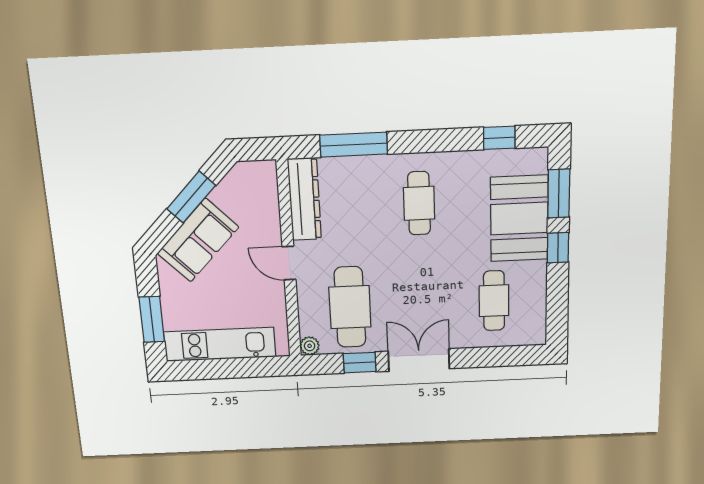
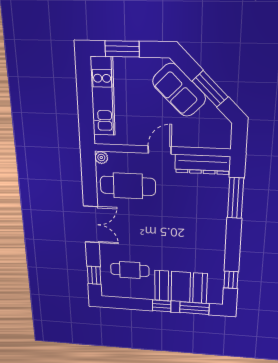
cafe table: (419, 203) -> (194, 233), removed
window: (360, 363) -> (94, 275), moved

